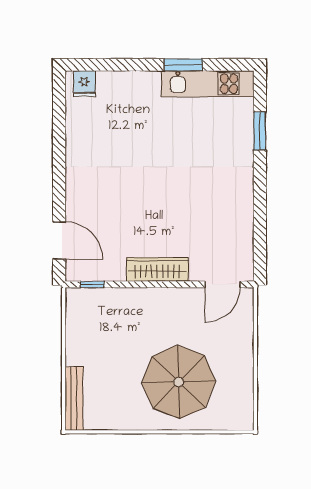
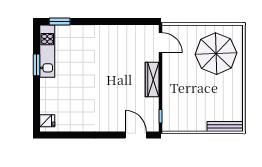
window: (260, 131) -> (60, 22), moved
door: (59, 240) -> (136, 135), hinge flipped
parasol: (179, 382) -> (216, 54), moved

